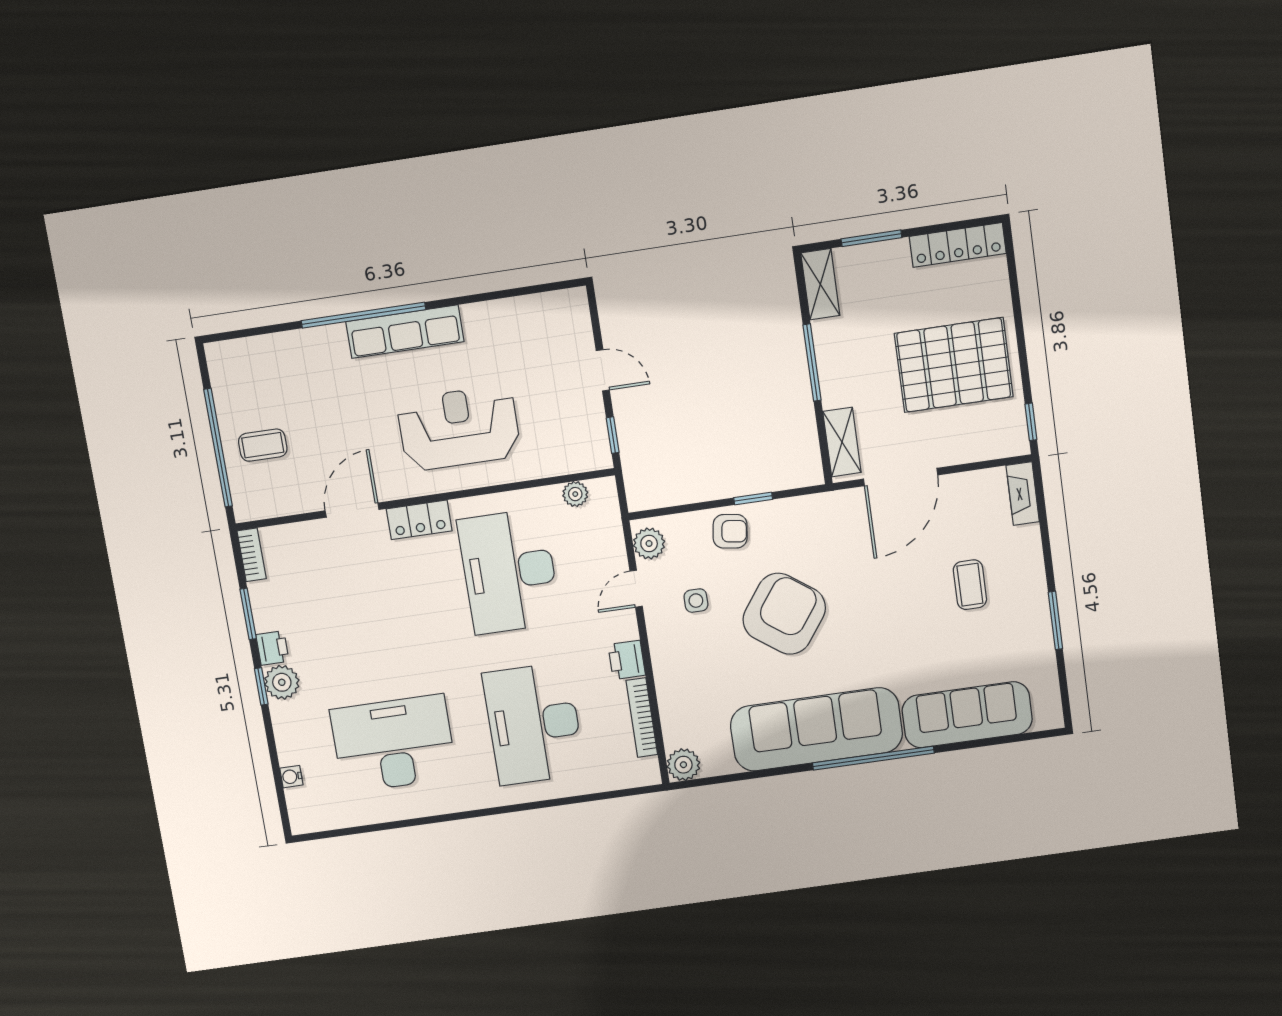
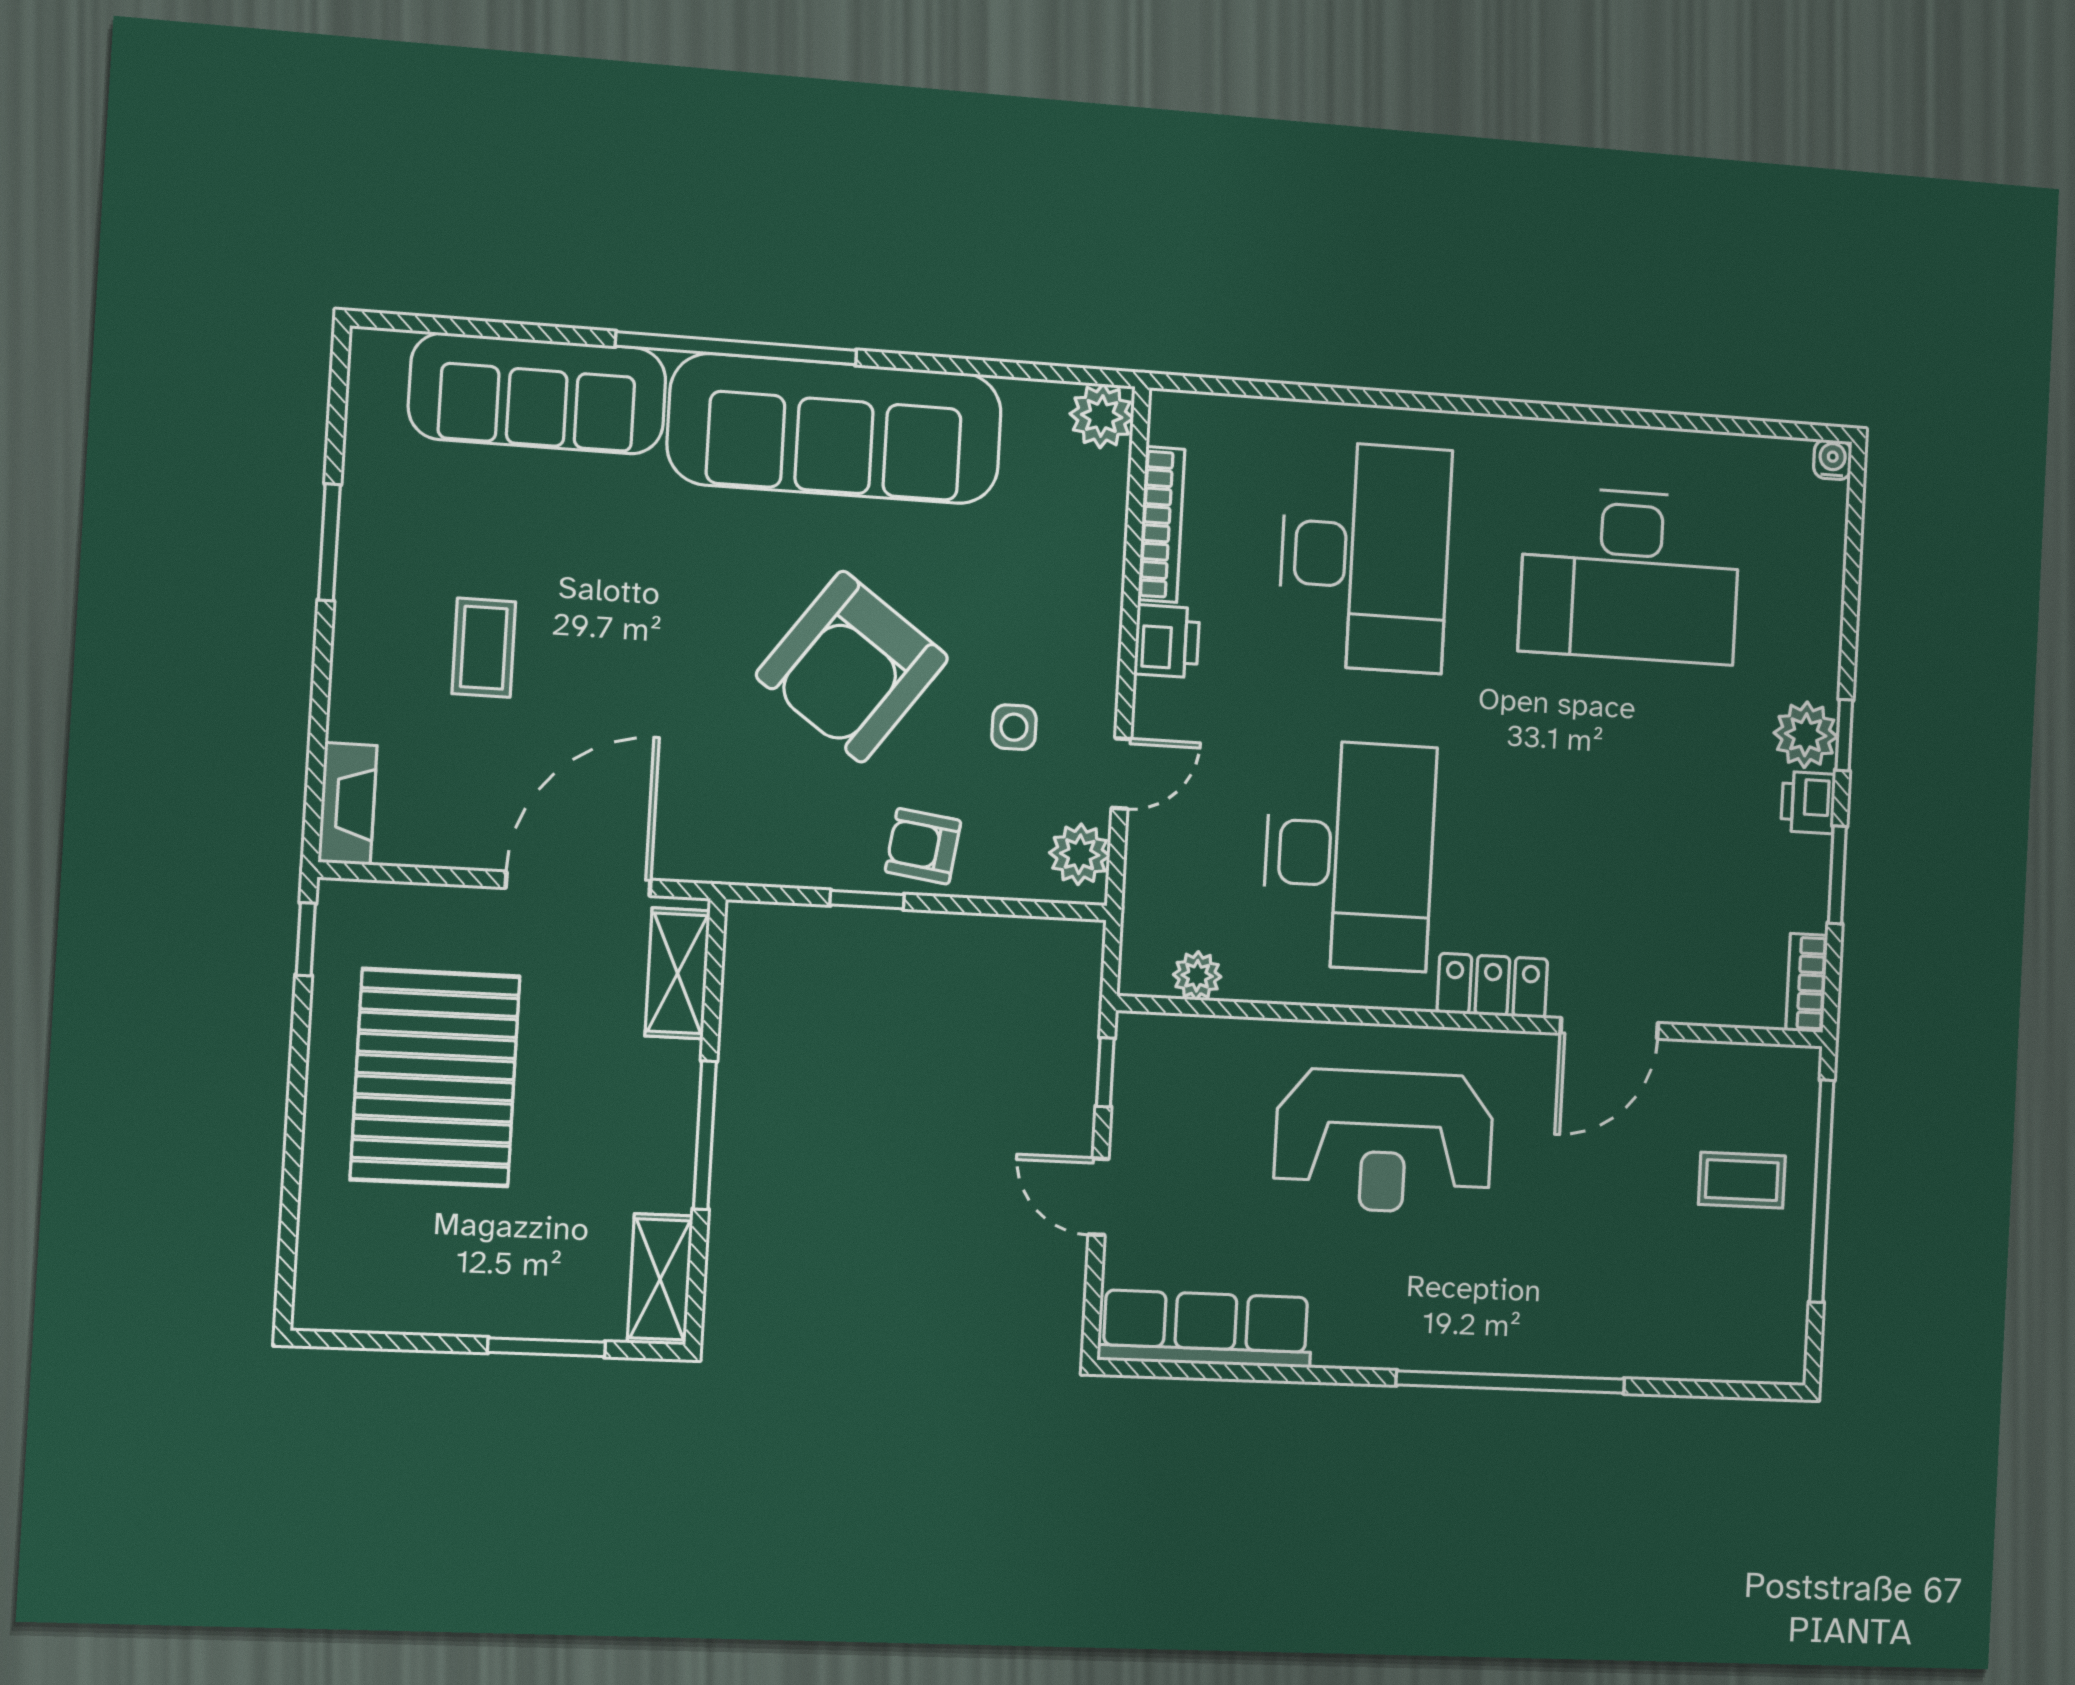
locker: (958, 245) -> (384, 1304), removed
row of seats: (405, 332) -> (1206, 1329), moved
pallet: (954, 365) -> (435, 1078), turned 90
water cooler: (291, 777) -> (1833, 460), moved, turned -90

